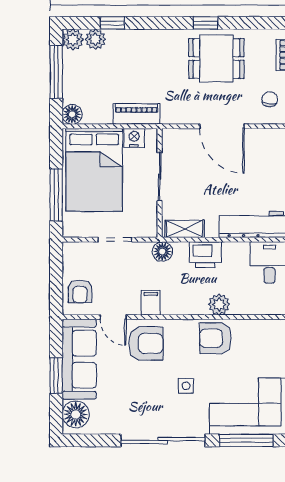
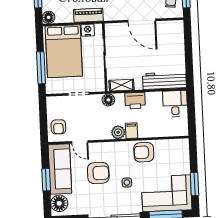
filing cabinet: (151, 303) -> (131, 131), moved
plant: (219, 304) -> (118, 132), moved
armchair: (146, 343) -> (98, 173), moved

